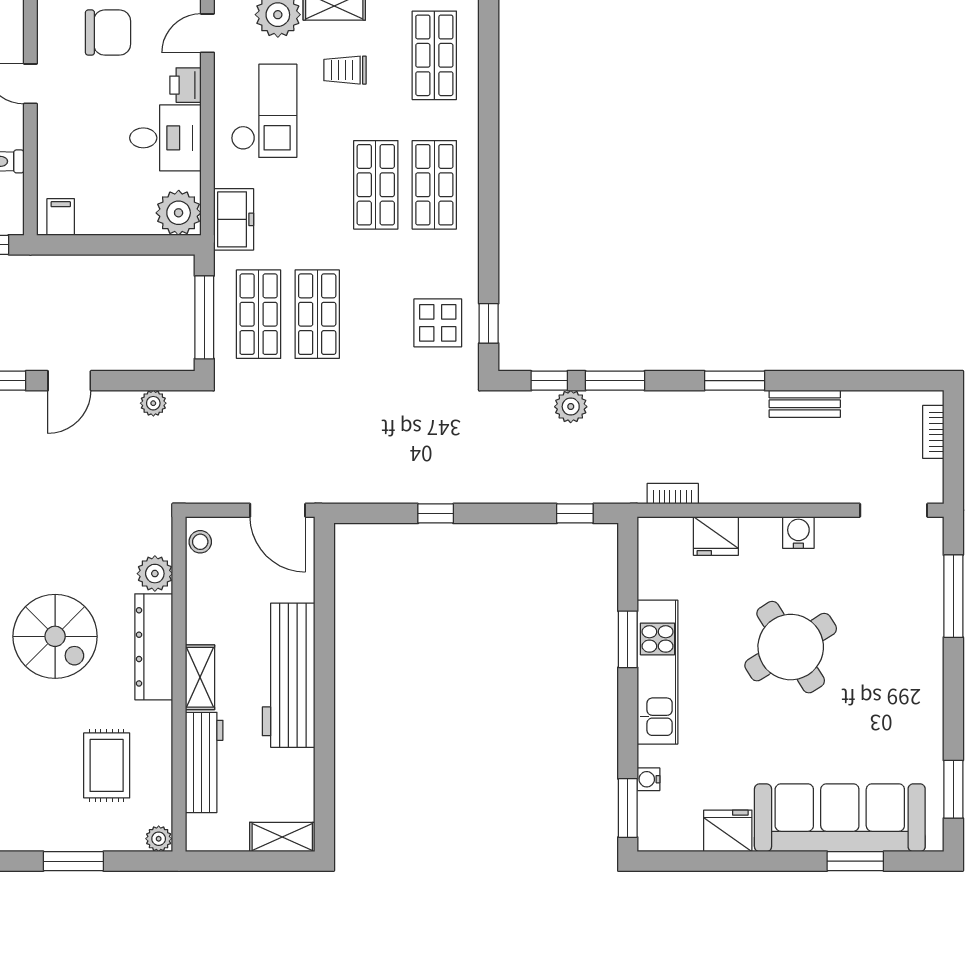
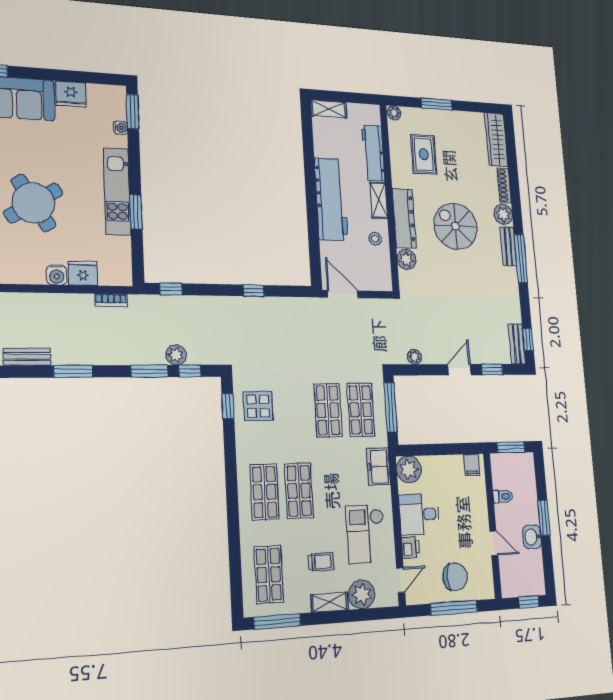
chair: (108, 33) -> (455, 577), turned 180
water cooler: (798, 532) -> (57, 275), moved
stool: (200, 542) -> (375, 239), moved

